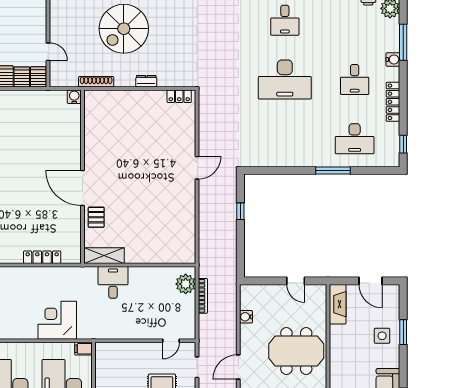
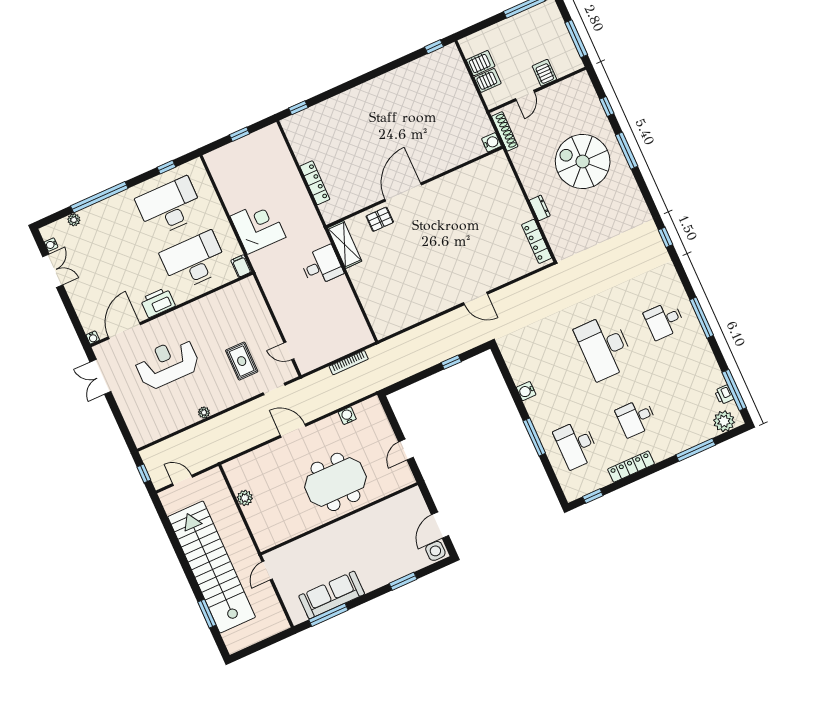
water cooler: (393, 59) -> (526, 391), moved, turned 90
server rack: (38, 77) -> (544, 73), moved, turned -90
shoe rack: (96, 82) -> (505, 131), moved
locker: (179, 96) -> (537, 241), width x1.53
plant: (186, 284) -> (353, 340), removed
fireplace: (338, 304) -> (401, 502), removed
side table: (382, 336) -> (435, 551), moved
meeting table: (296, 351) -> (335, 482), turned 90

